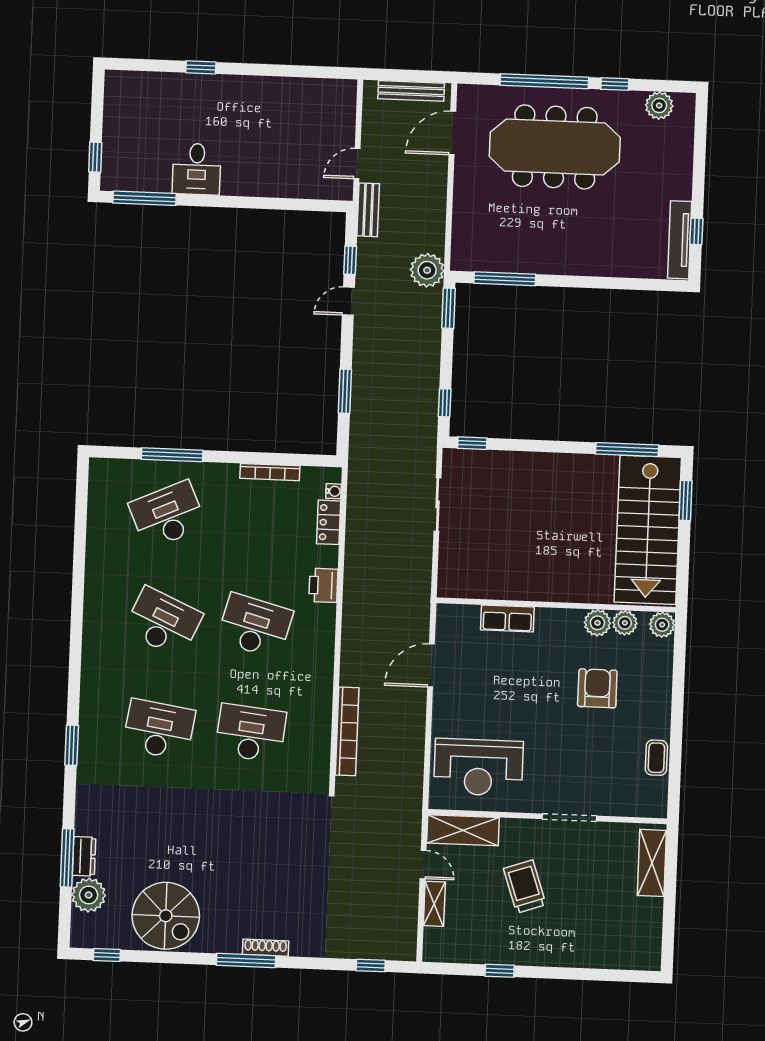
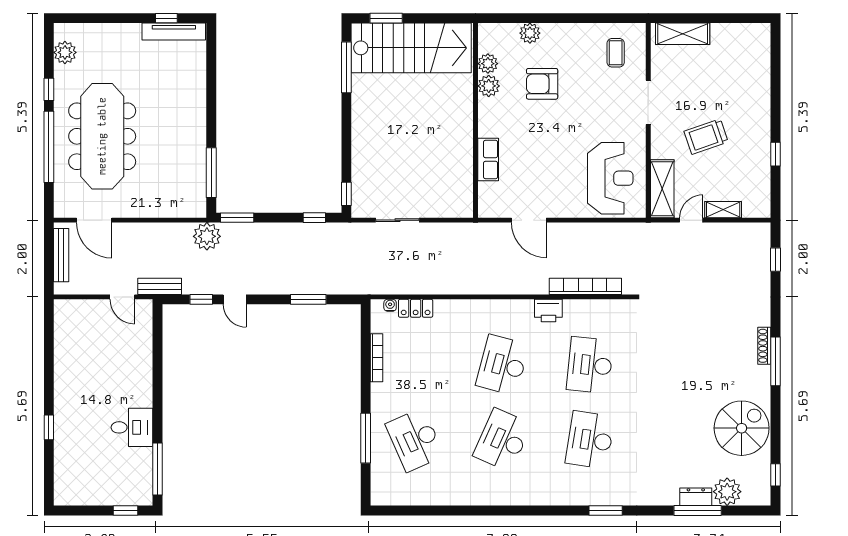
printer: (323, 585) -> (548, 311), moved
plant: (662, 625) -> (530, 33), moved
coffee table: (656, 758) -> (616, 53), moved, turned 90

